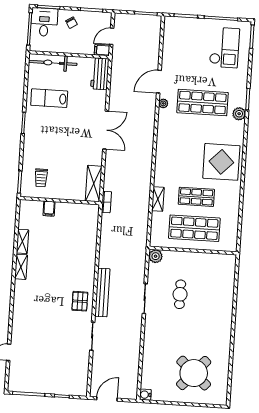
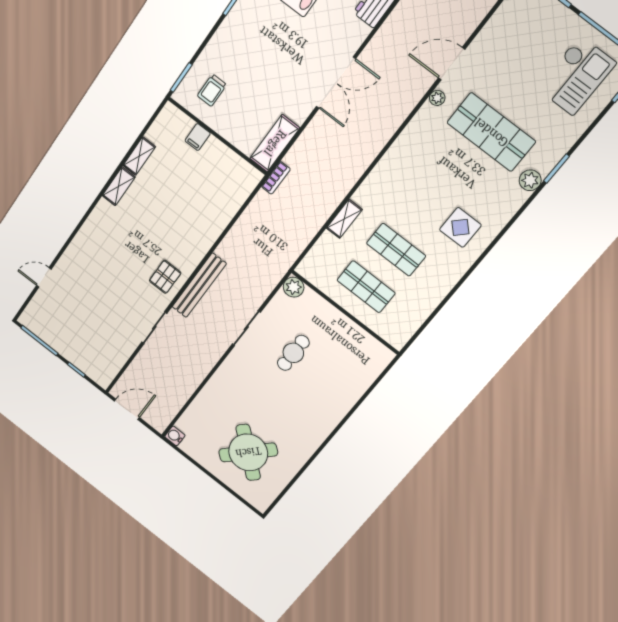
display table: (221, 162) -> (460, 227), width x0.54, depth x0.54
shop shelf: (194, 228) -> (366, 287), width x0.70, depth x0.74

